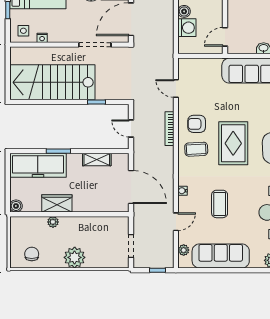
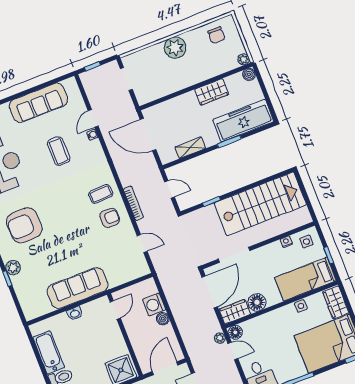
rug: (233, 143) -> (68, 213), removed
water cooler: (183, 191) -> (92, 135), moved
plant: (53, 222) -> (244, 59), moved
plant: (184, 250) -> (75, 95), removed

